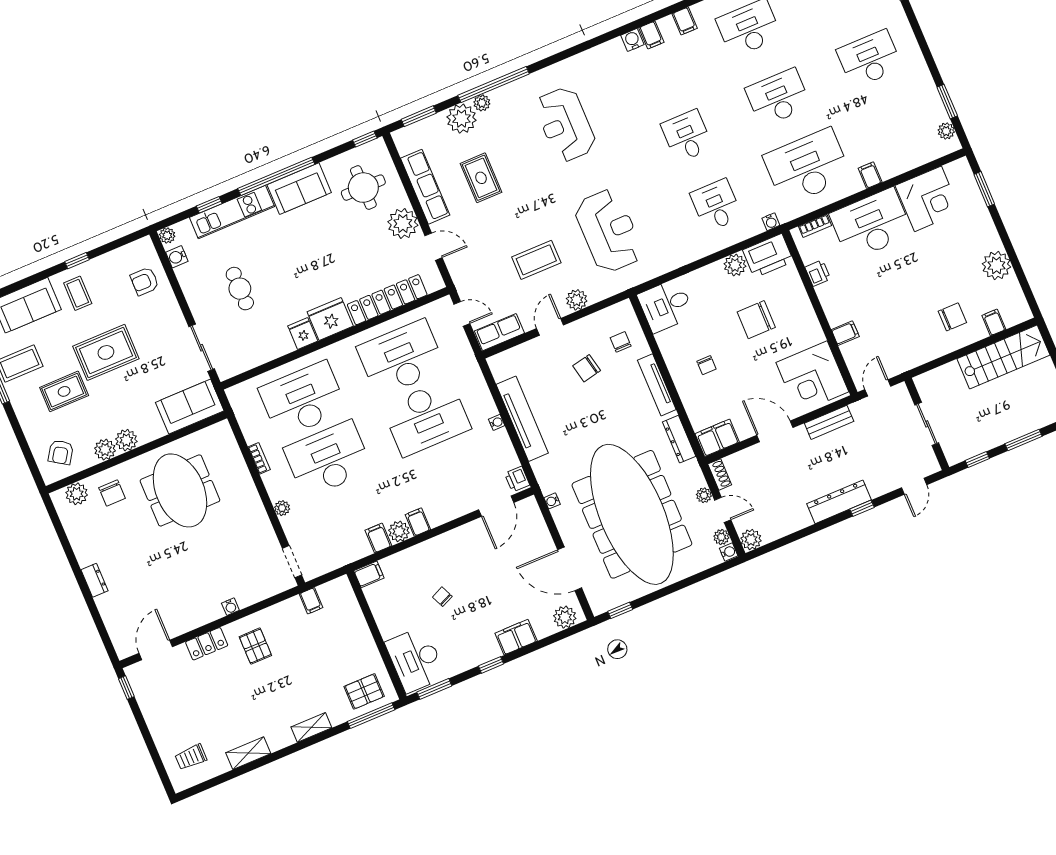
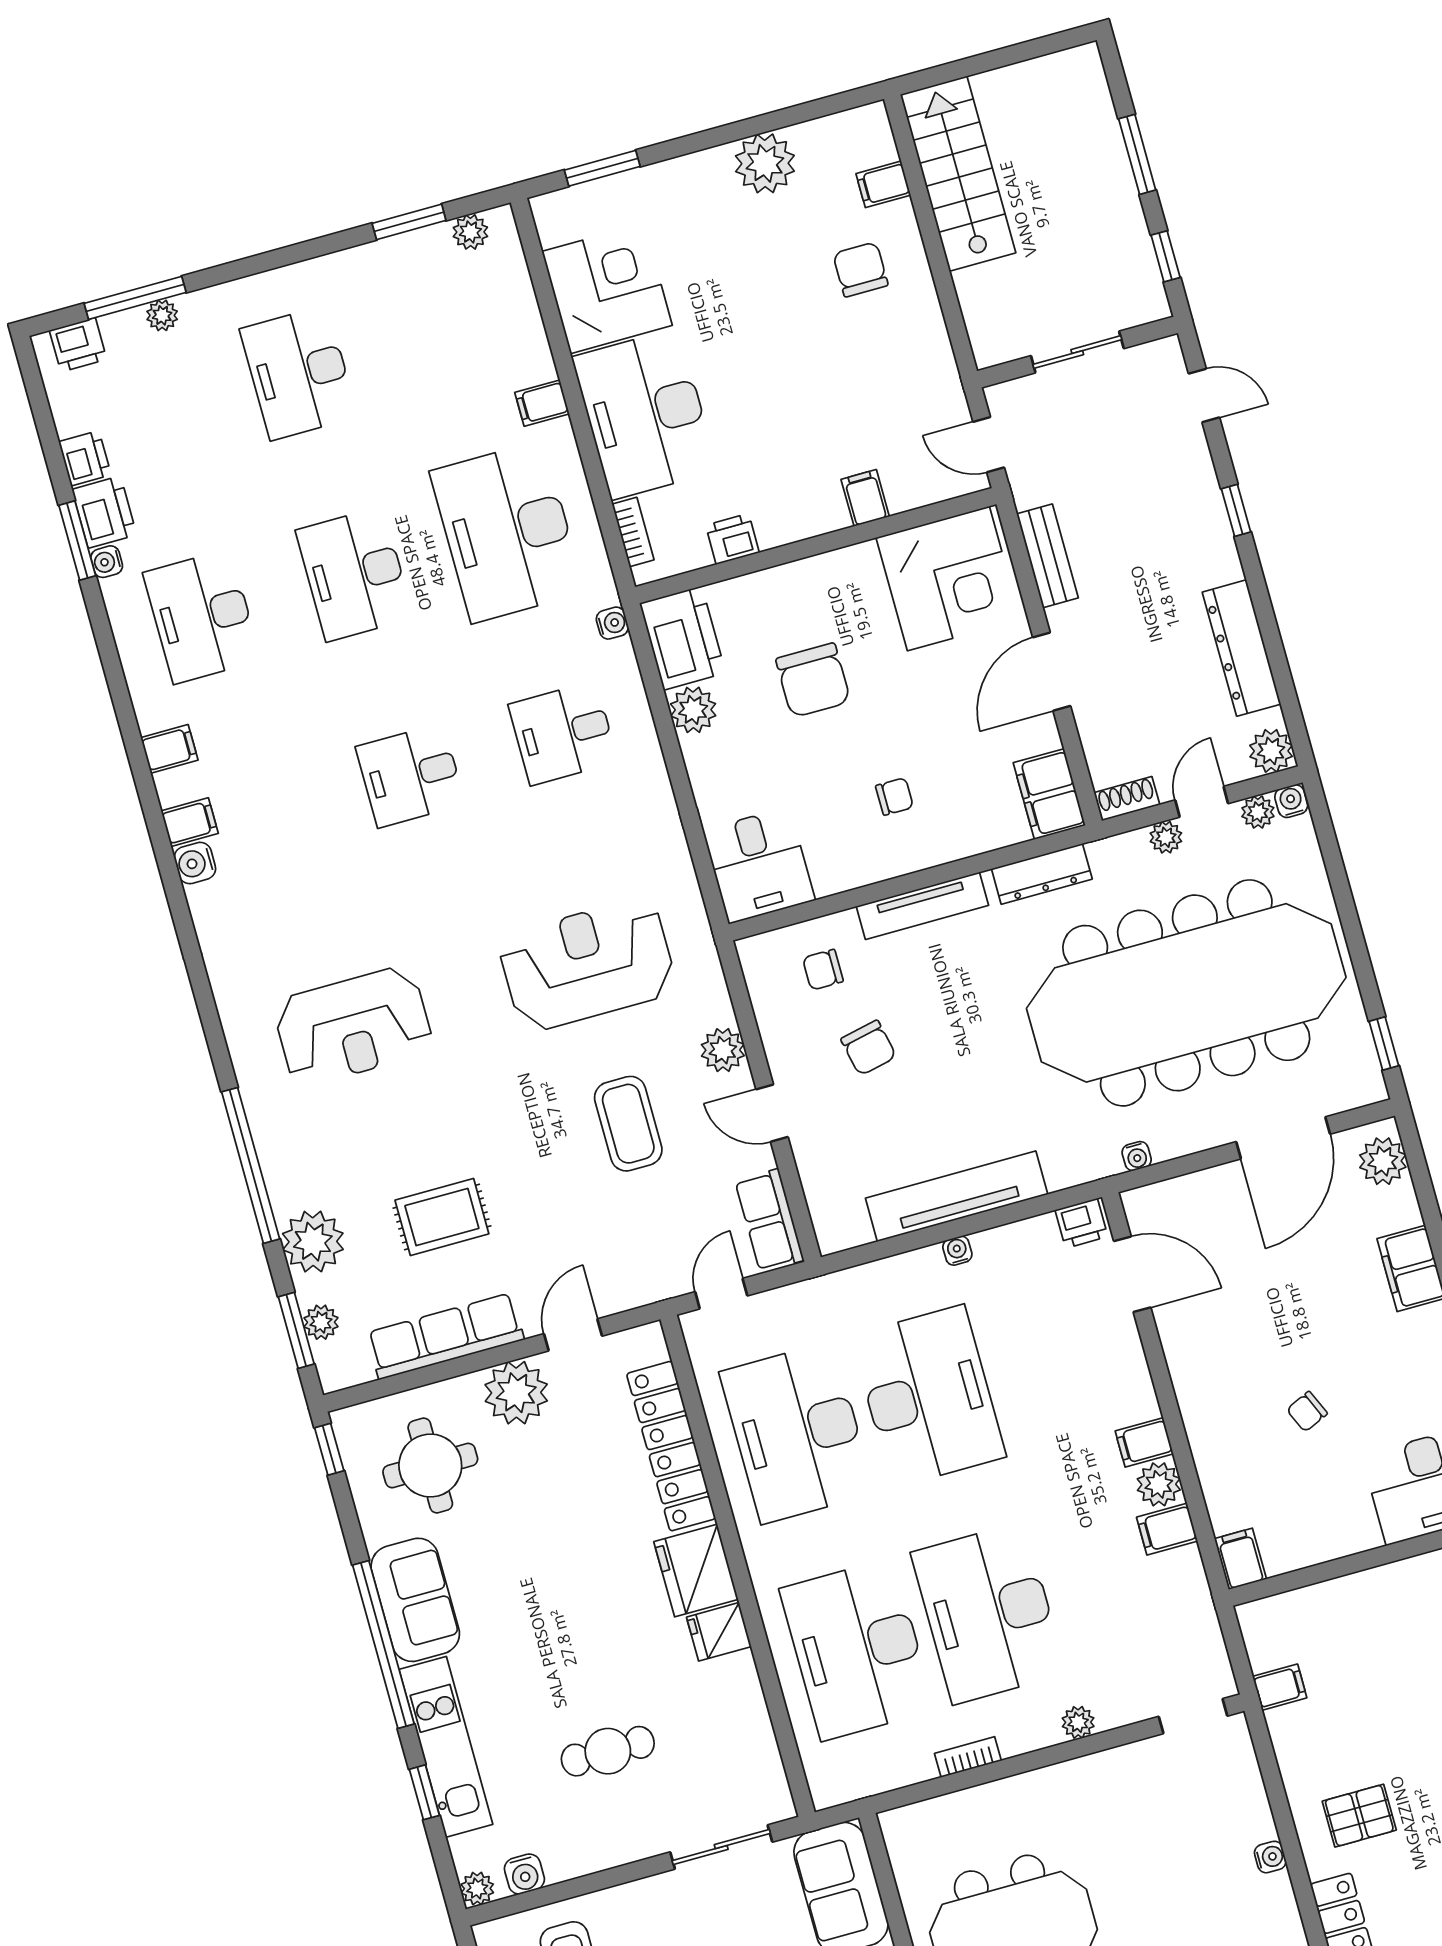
plant: (482, 103) -> (321, 1322), moved
dresser: (839, 502) -> (1242, 648), moved

